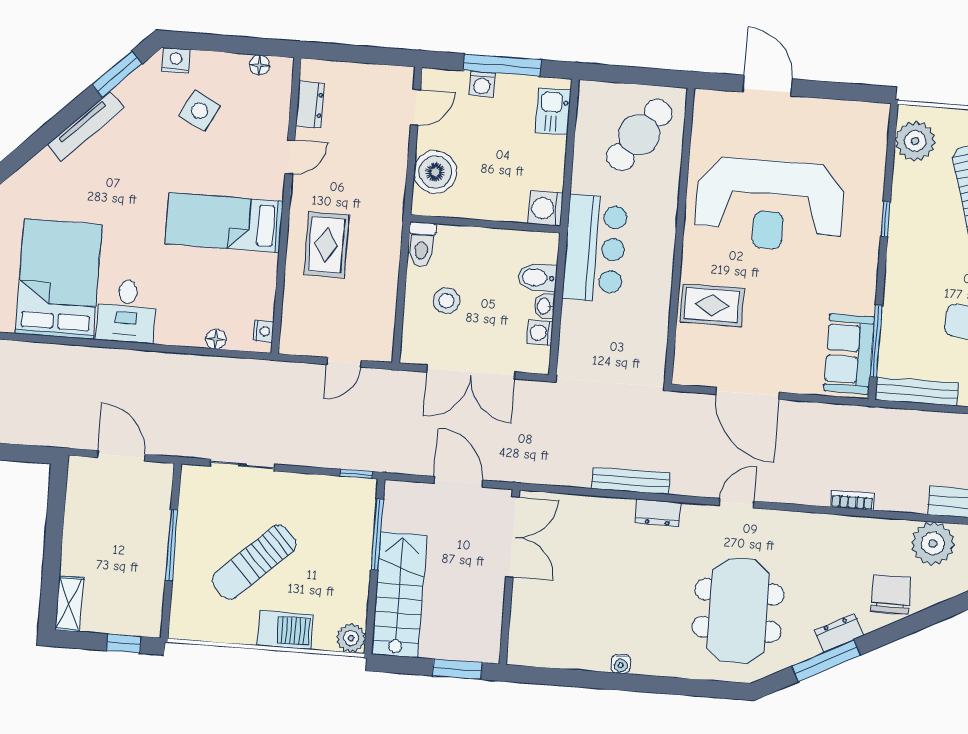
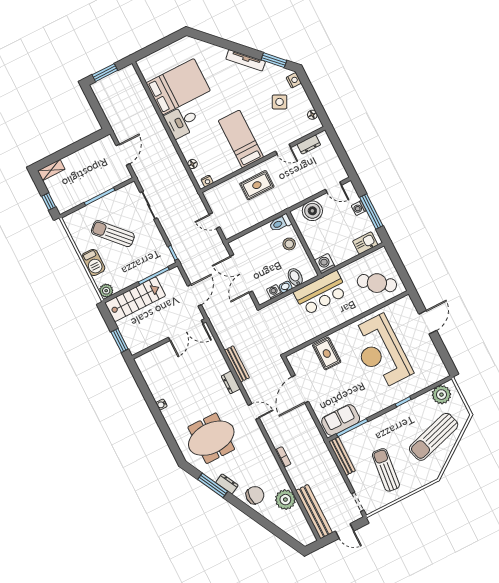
stool: (447, 301) -> (289, 244), moved

